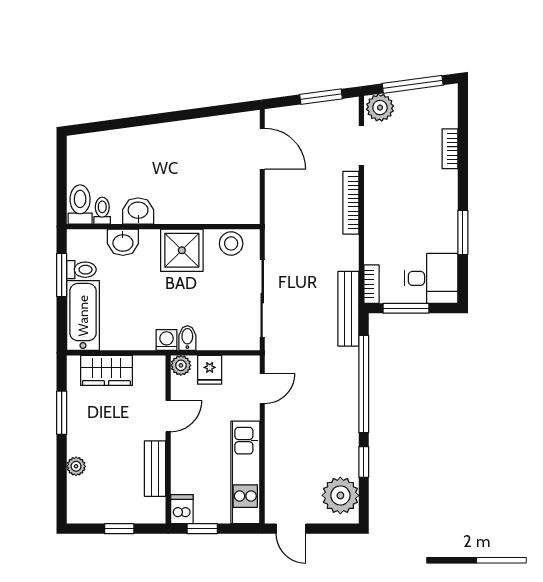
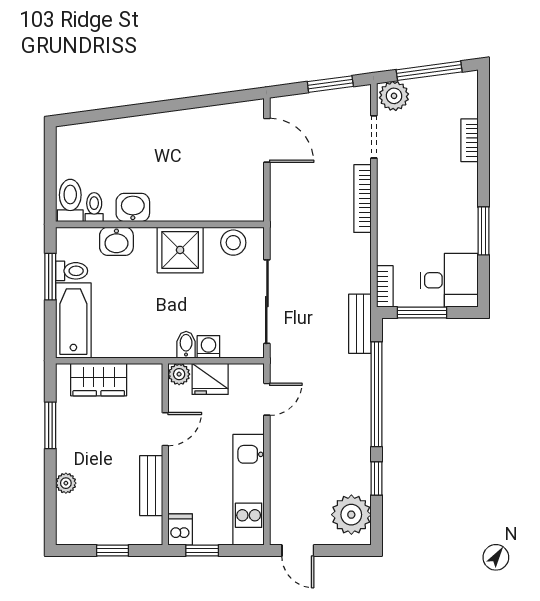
bench: (348, 309) -> (360, 324), width x0.73
washing machine: (167, 340) -> (208, 347), moved
fridge: (210, 370) -> (210, 379), width x1.38

